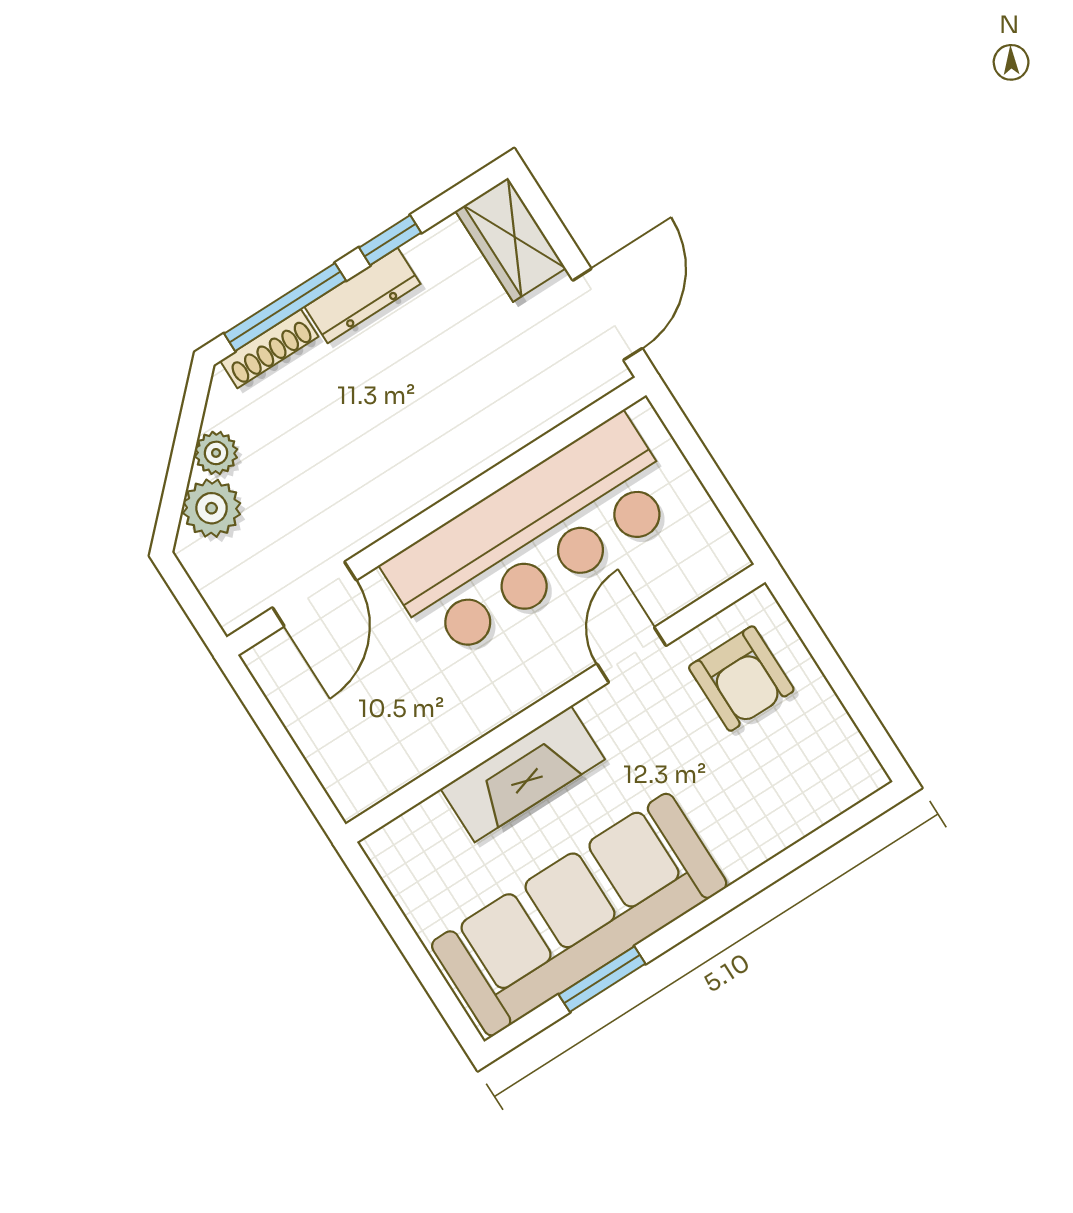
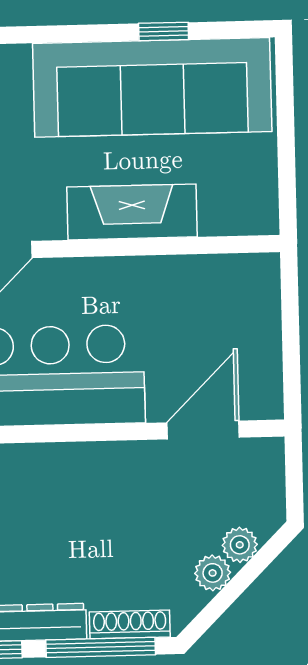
plant: (212, 508) -> (240, 545), width x0.73, depth x0.73
window: (602, 979) -> (164, 31), width x0.67

